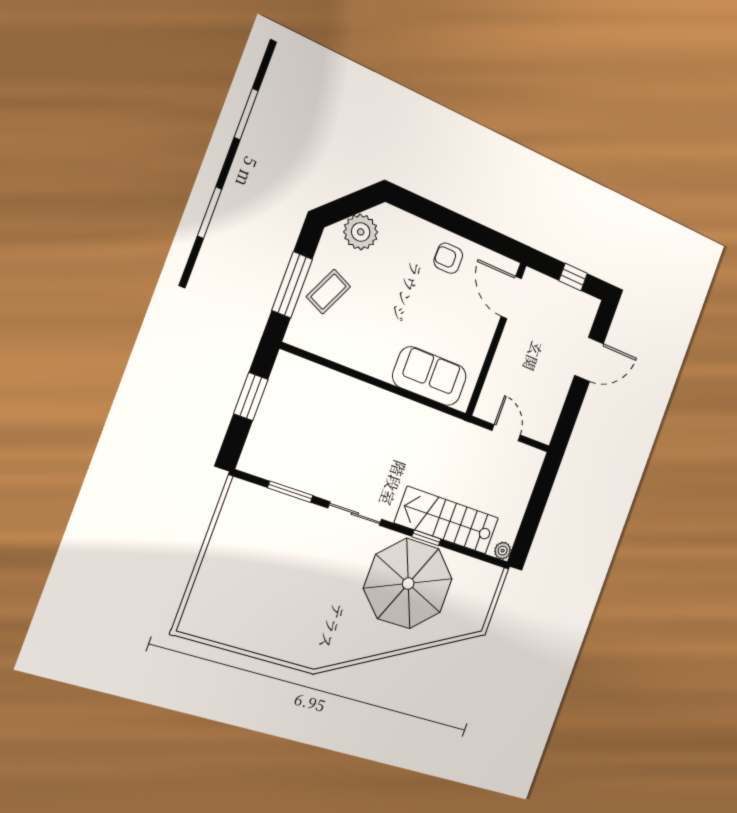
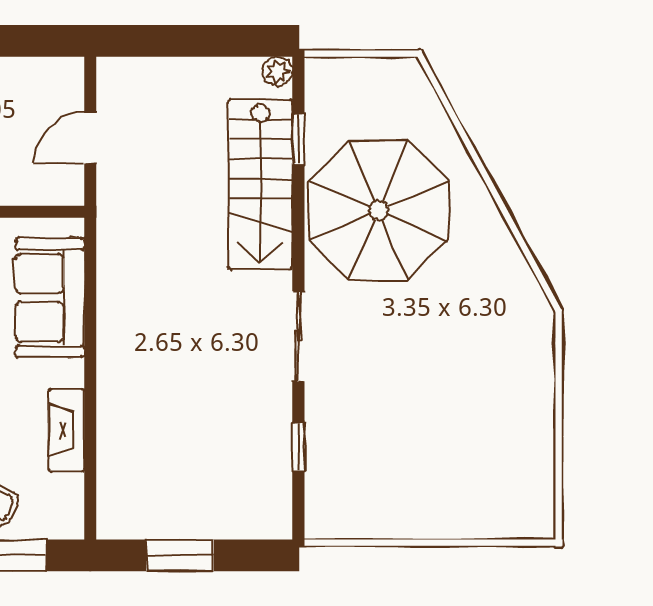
fireplace: (351, 356) -> (67, 430), added
window: (290, 492) -> (298, 447), width x0.67
window: (426, 538) -> (298, 139), moved

